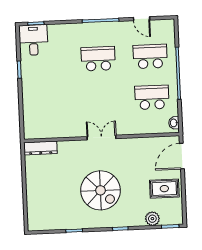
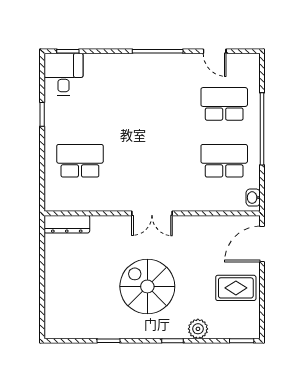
school desk: (98, 59) -> (80, 161), moved
double door: (101, 138) -> (152, 213), swing flipped
spiral stairs: (100, 190) -> (147, 286), turned 180
plant: (152, 219) -> (198, 329), moved

